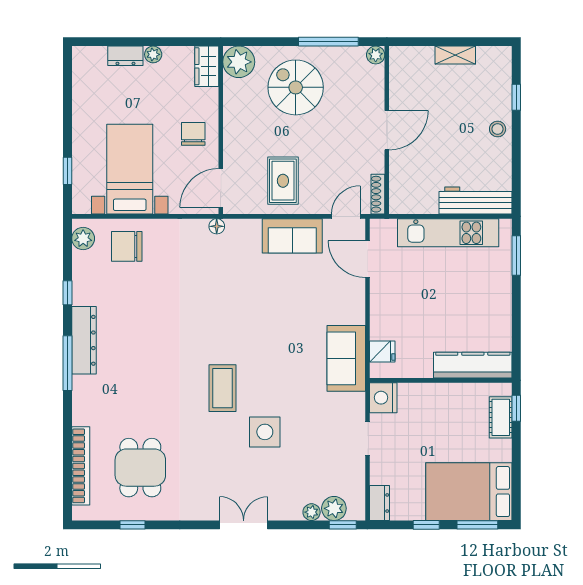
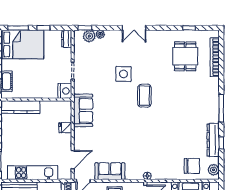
door: (367, 259) -> (73, 160), hinge flipped
dresser: (84, 340) -> (213, 140), moved
fridge: (382, 352) -> (65, 128), moved

